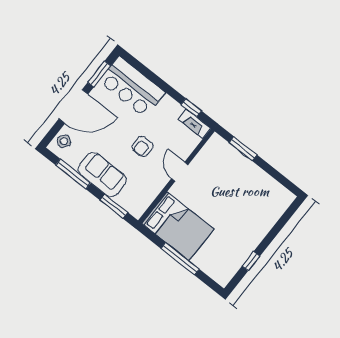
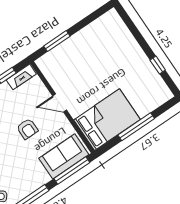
sofa: (102, 175) -> (64, 156), moved
window: (114, 206) -> (72, 170), width x1.44

